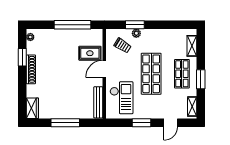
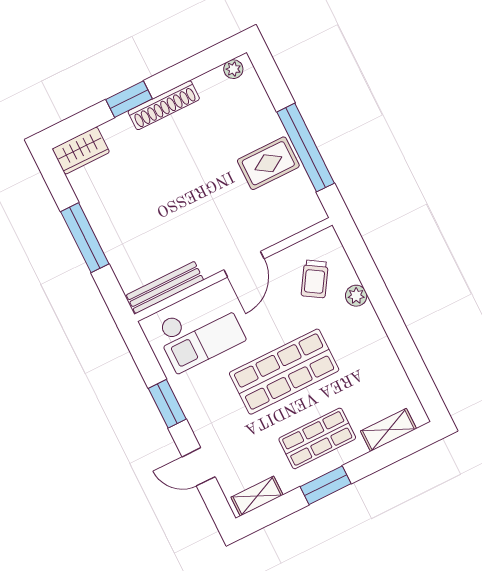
window: (135, 25) -> (373, 283), removed
rug: (90, 53) -> (268, 163), moved, turned 90
window: (22, 57) -> (129, 99), moved
door: (104, 69) -> (244, 264), swing flipped

